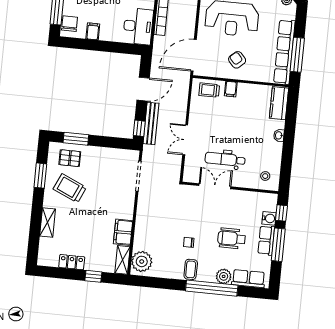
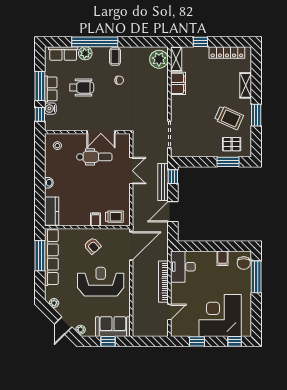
window: (40, 176) -> (256, 115), moved
locker: (72, 262) -> (227, 52), width x1.53

